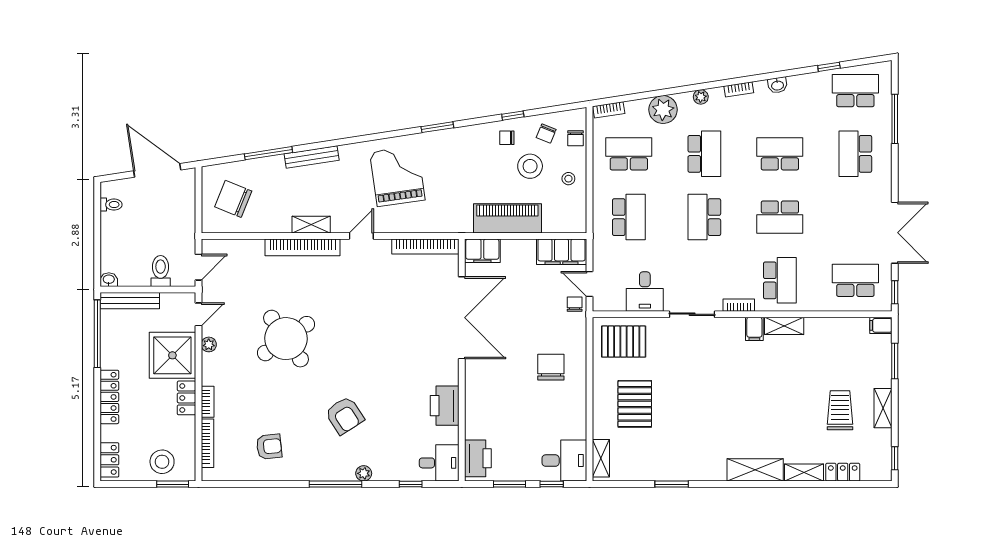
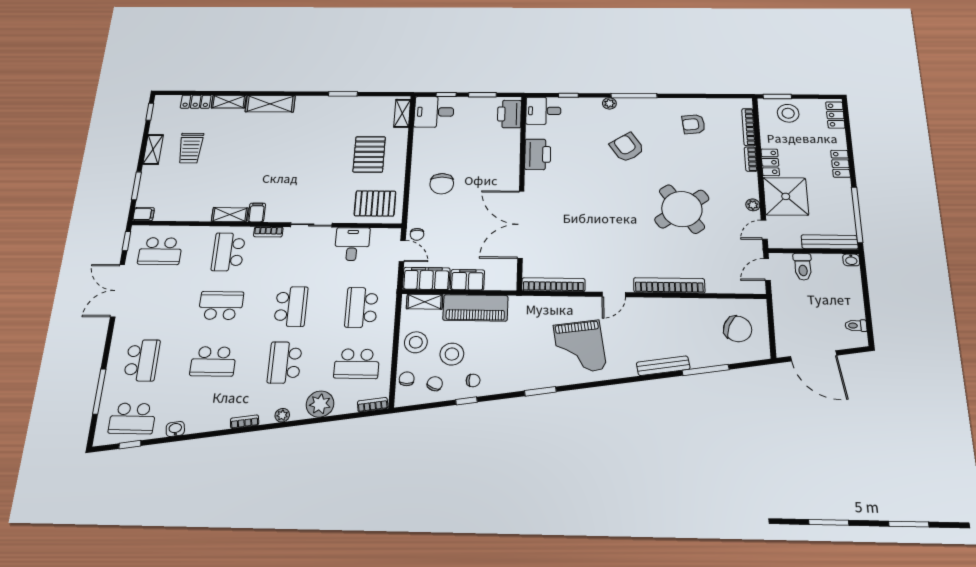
window: (829, 67) -> (130, 445), moved
washbasin: (777, 85) -> (175, 429), moved
stool: (568, 179) -> (416, 342), width x1.89, depth x1.89
shelving: (311, 225) -> (425, 302), moved
filing cabinet: (482, 251) -> (467, 280), moved
locker: (109, 397) -> (841, 164), width x0.66

